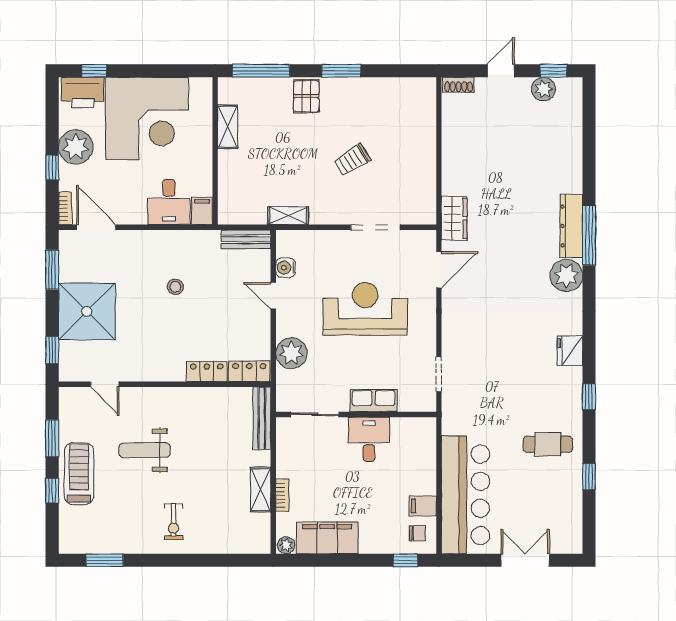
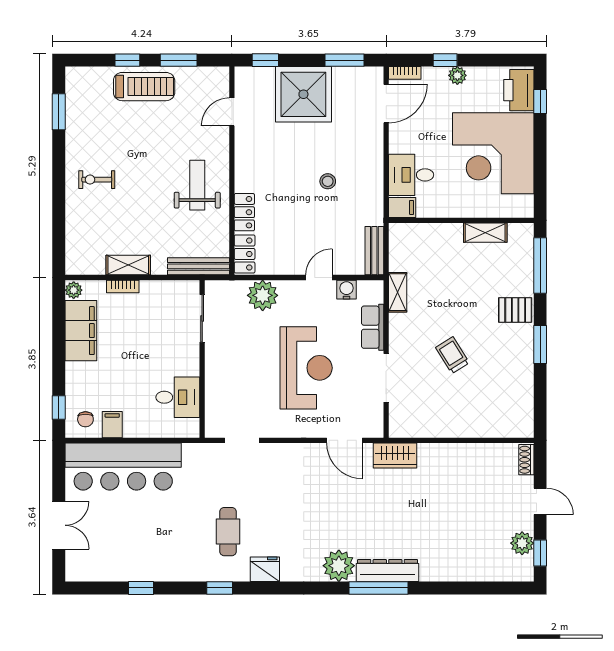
plant: (76, 147) -> (457, 75), width x0.53, depth x0.53
row of seats: (374, 401) -> (373, 327), moved, turned 180
desk: (369, 439) -> (178, 397), moved
cafe table: (548, 444) -> (228, 532), moved
weight bench: (145, 450) -> (197, 185), moved

